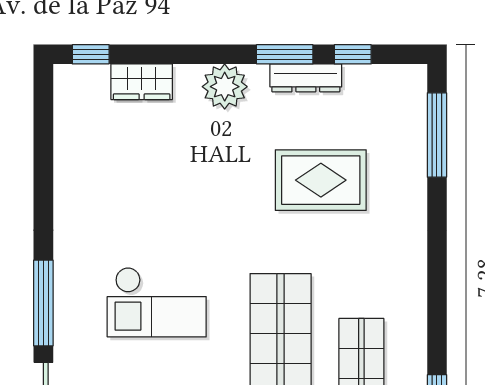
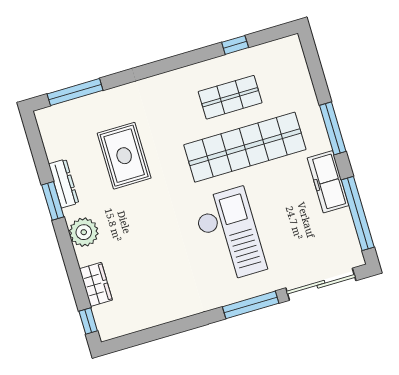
window: (353, 54) -> (40, 159), removed
checkout: (157, 302) -> (230, 235), width x1.36, depth x1.21

